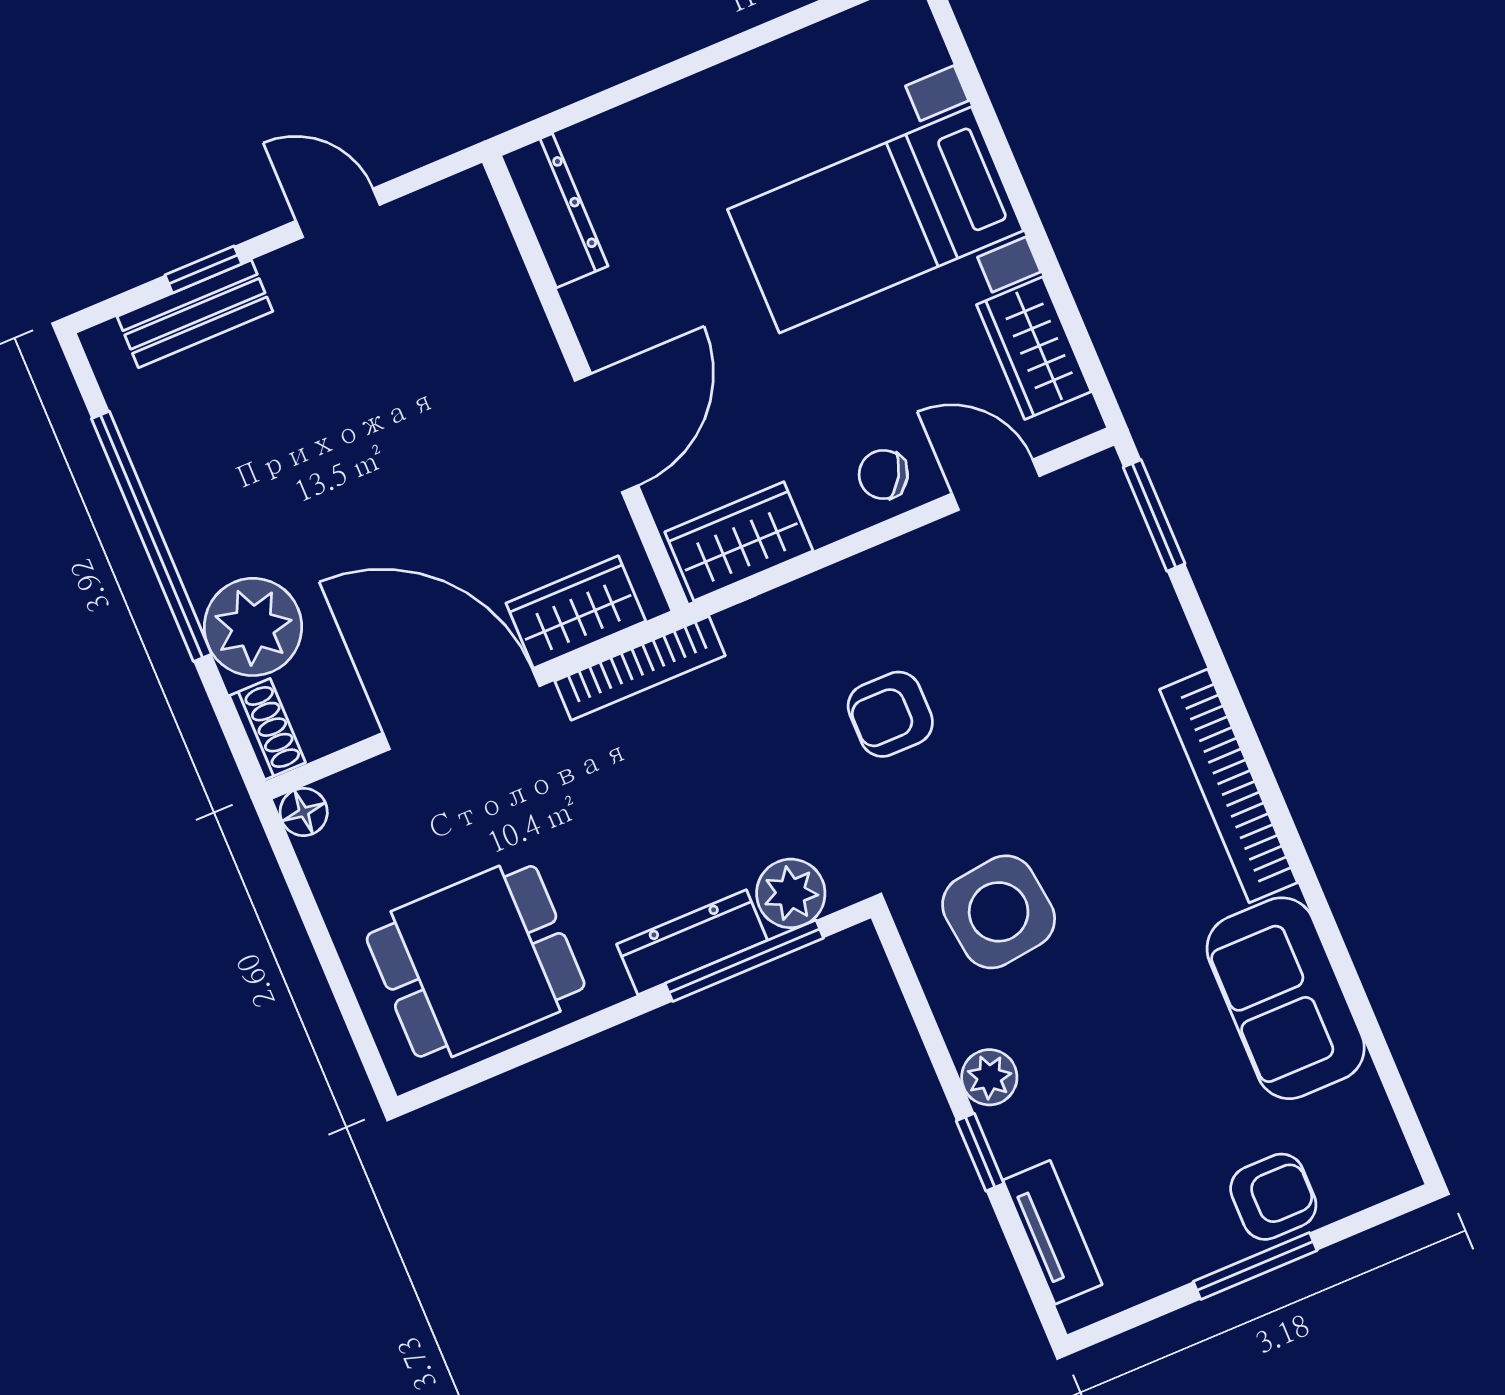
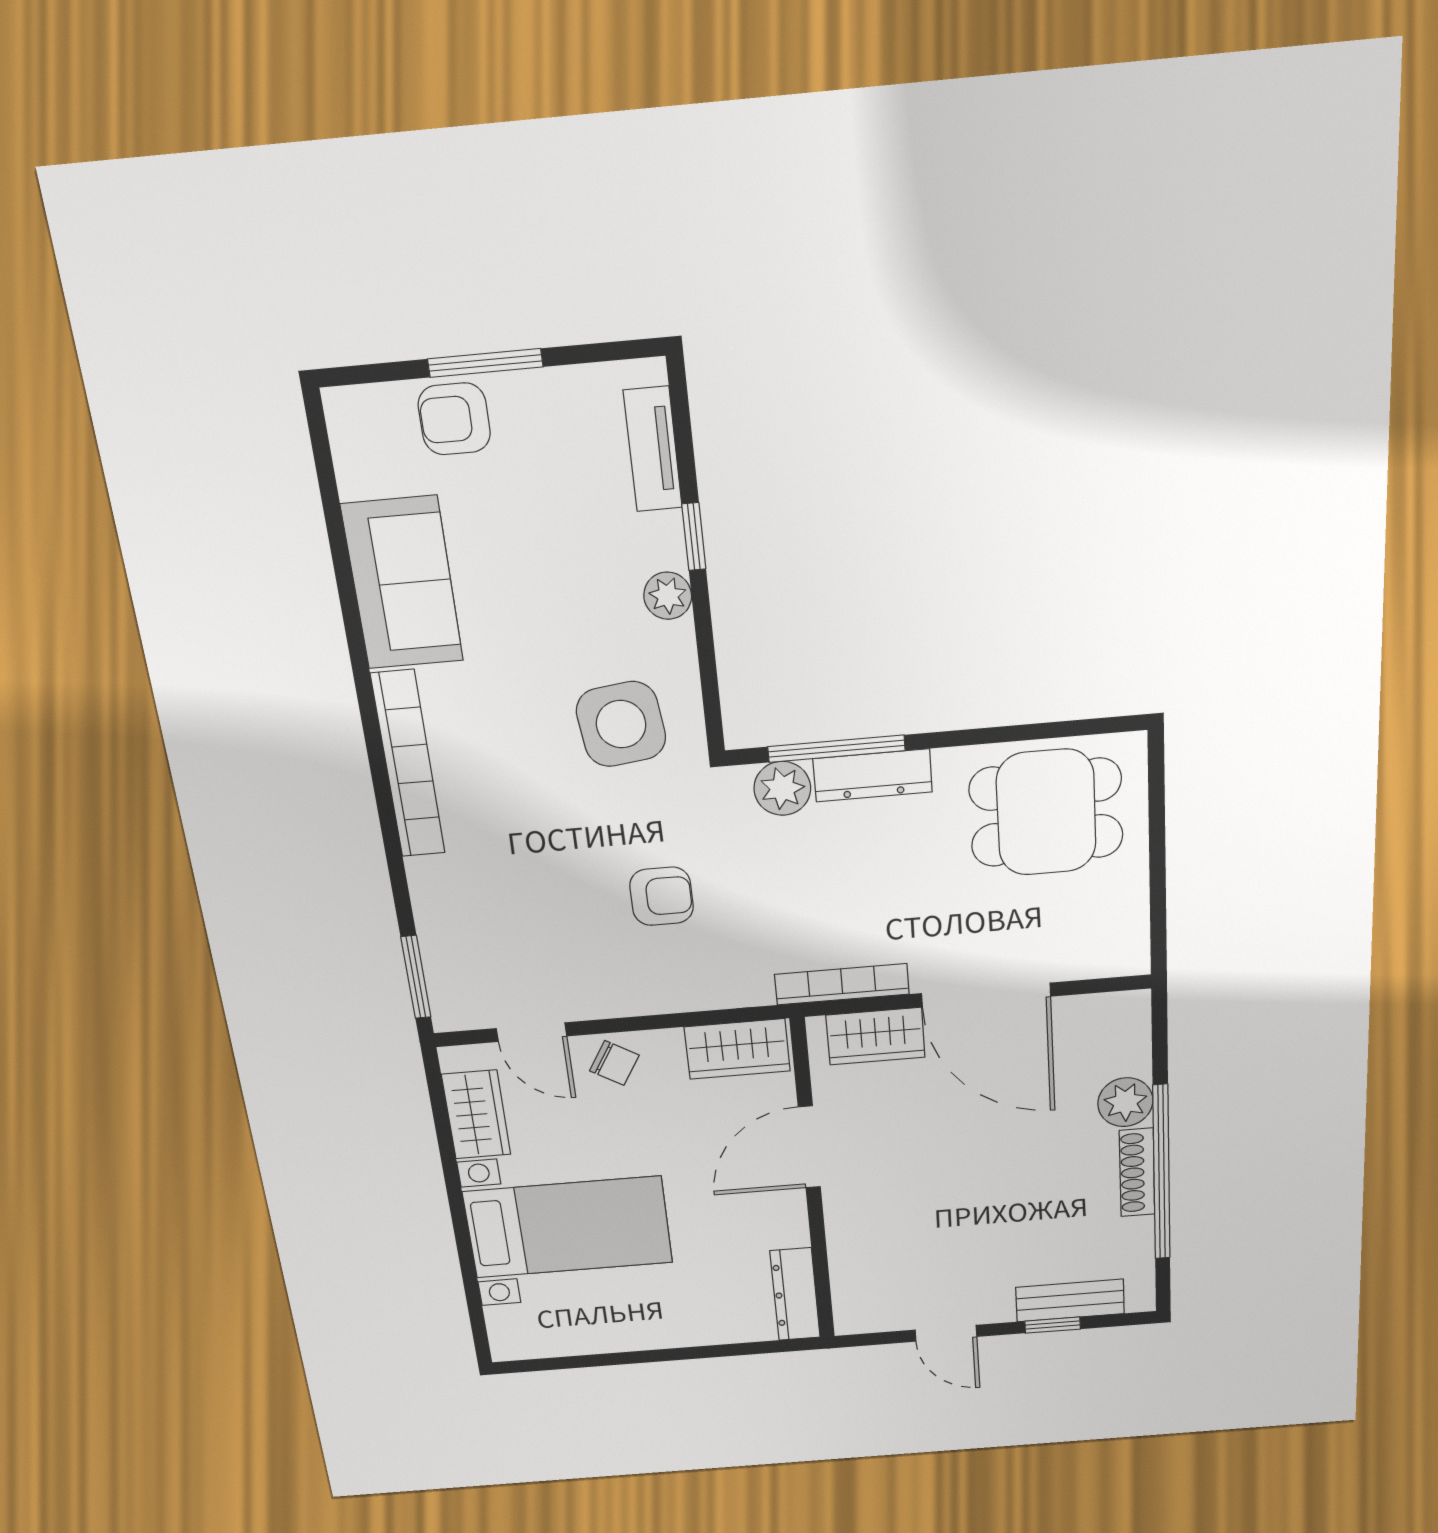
plant: (253, 627) -> (1125, 1102), width x0.73, depth x0.73
shoe rack: (267, 729) -> (1137, 1173), moved, width x1.43
floor lamp: (304, 812) -> (1132, 959), removed

